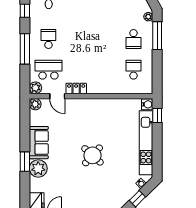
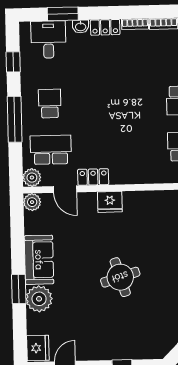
fridge: (87, 105) -> (110, 202), added
round table: (93, 155) -> (120, 277), turned 31

